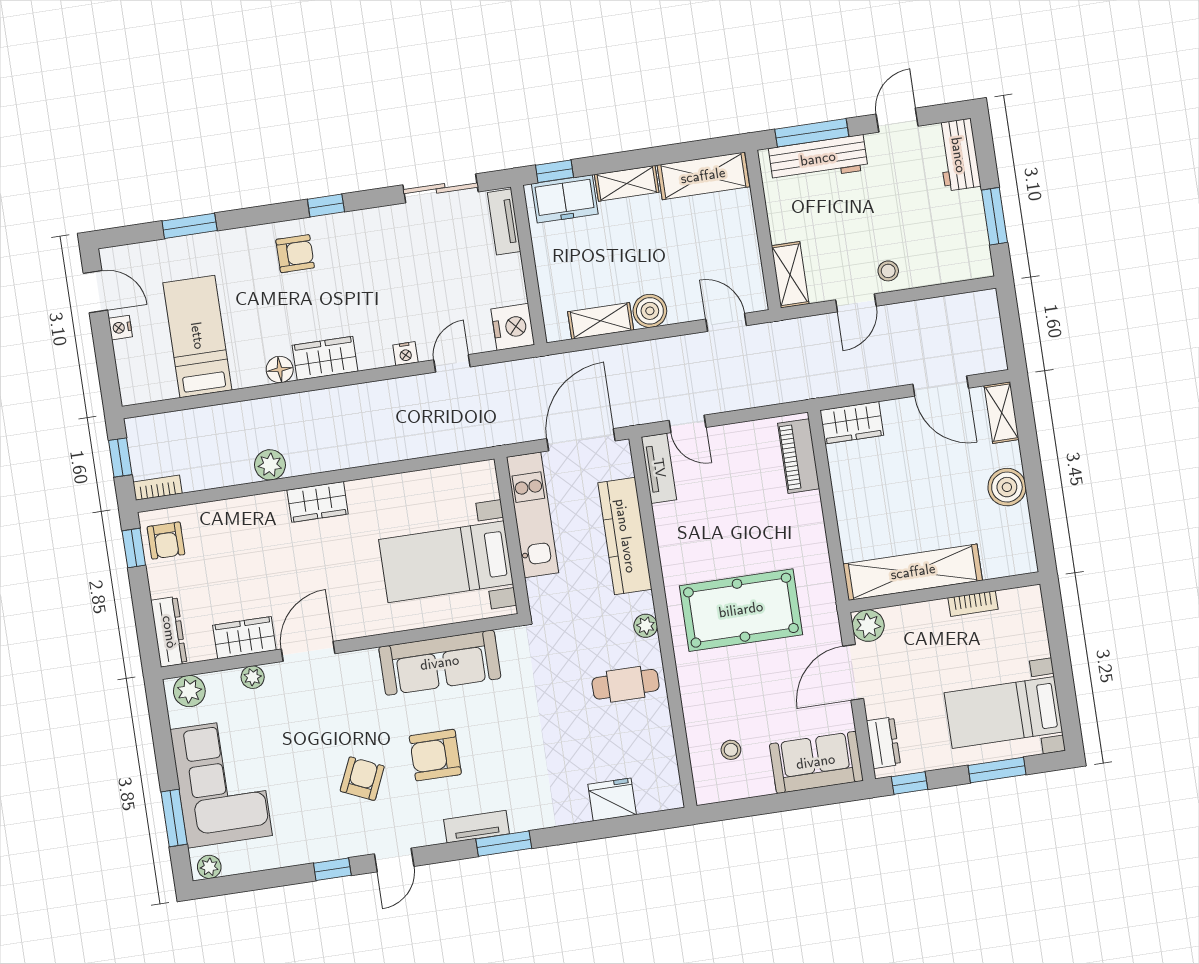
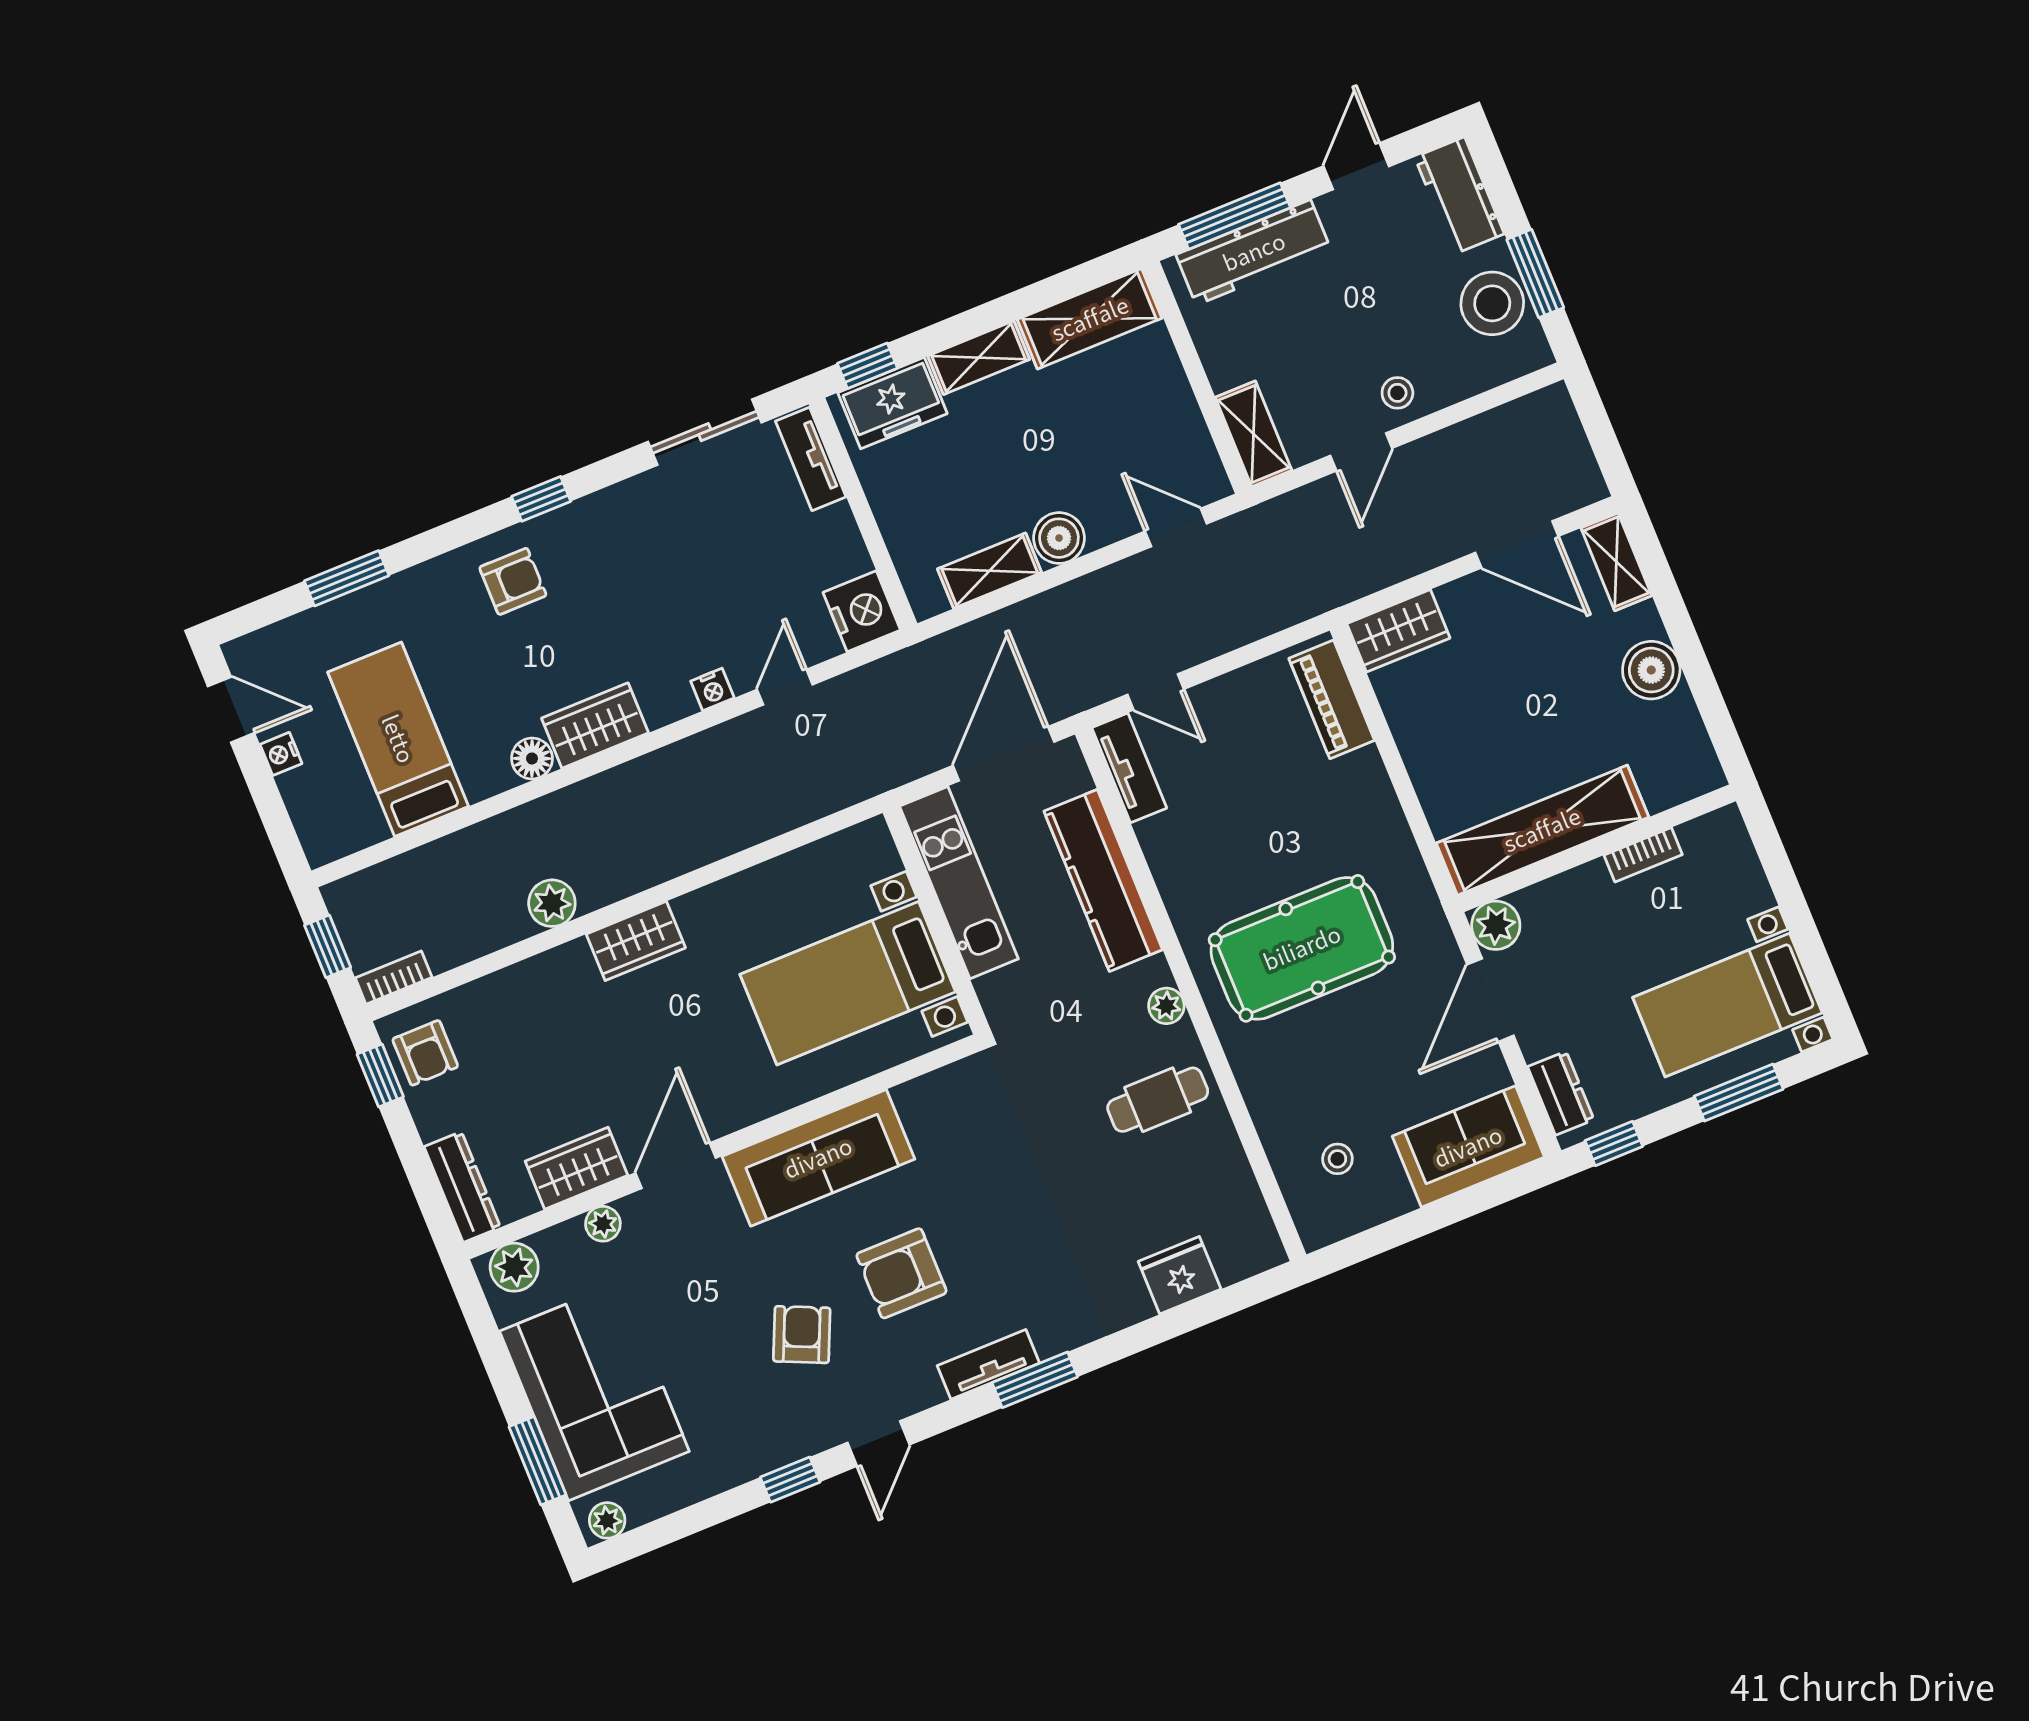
stool: (963, 229) -> (1492, 303), added
sofa: (440, 663) -> (818, 1158), moved

